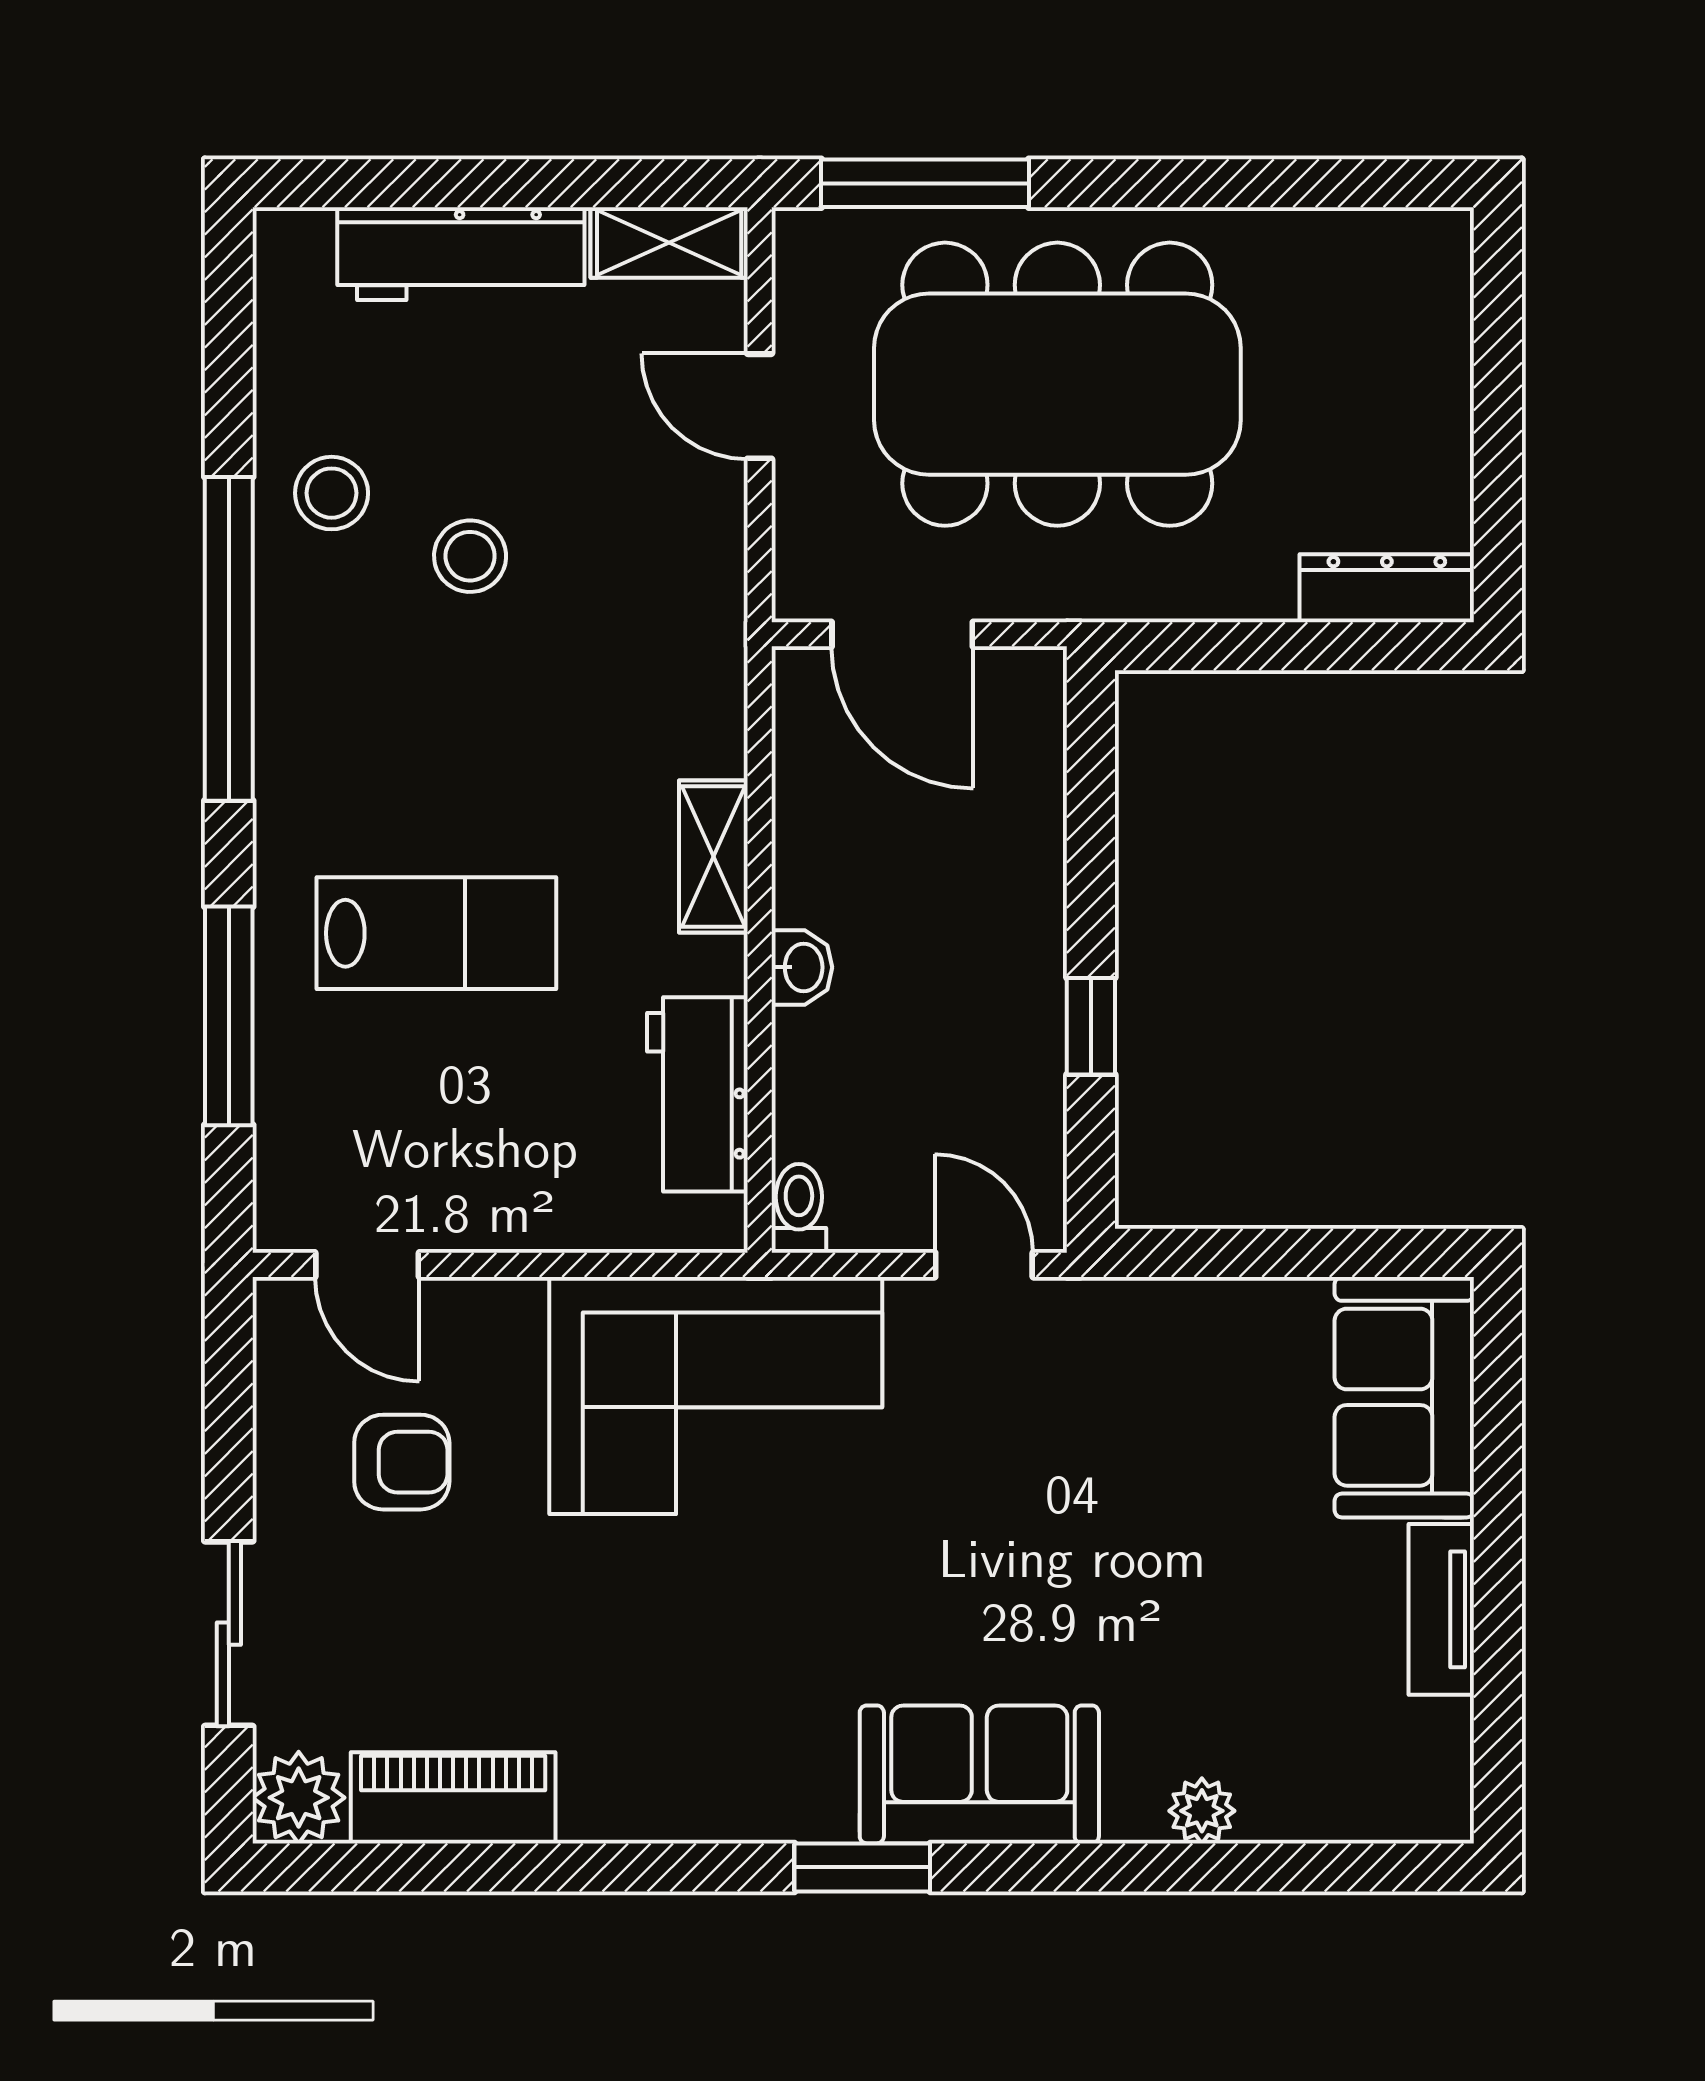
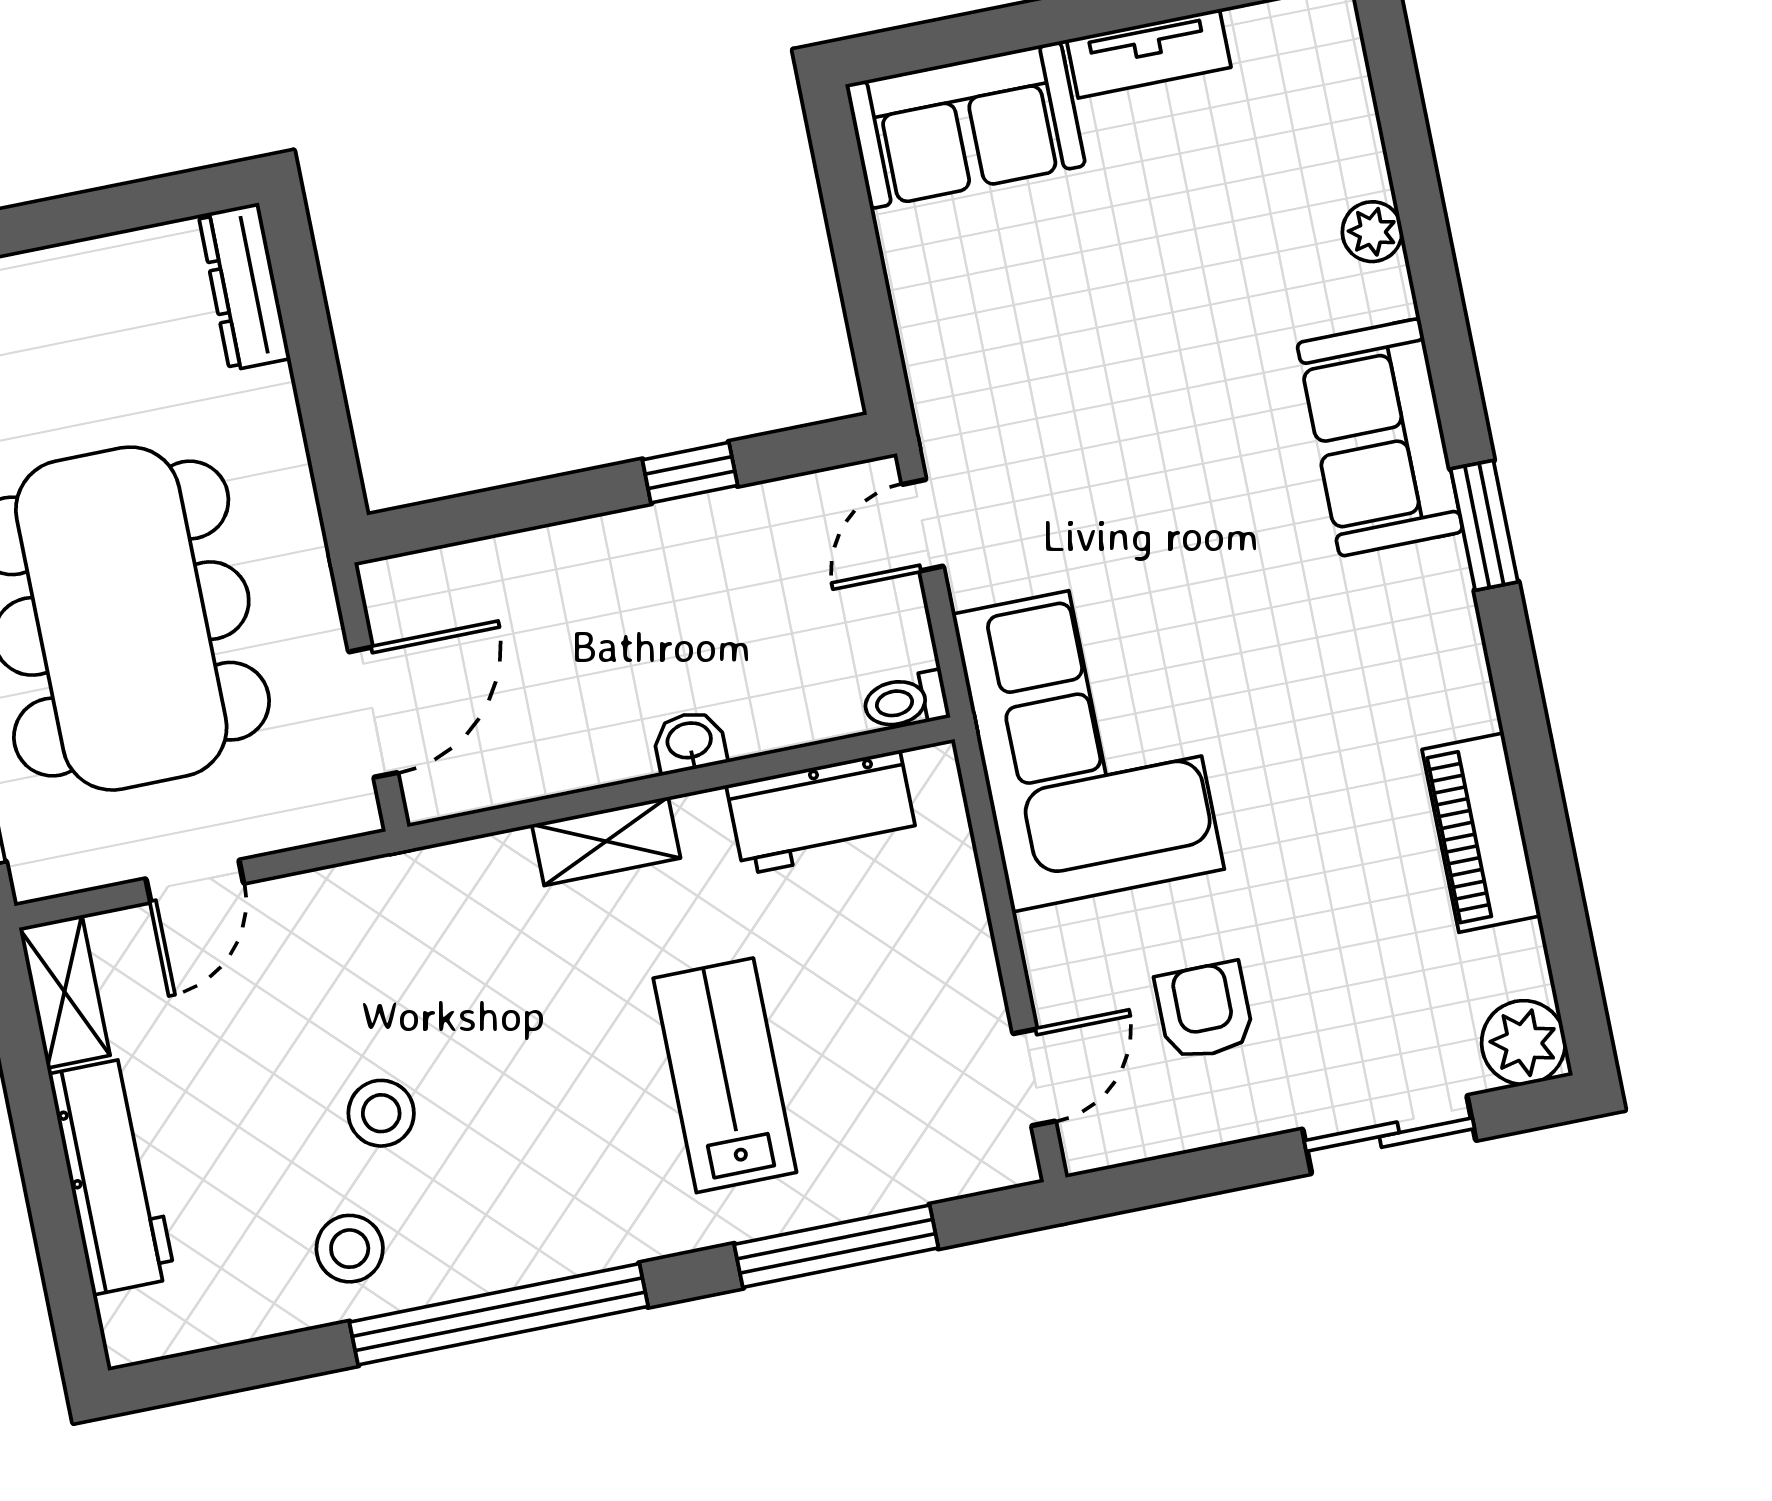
piano: (453, 1798) -> (1481, 833), moved

